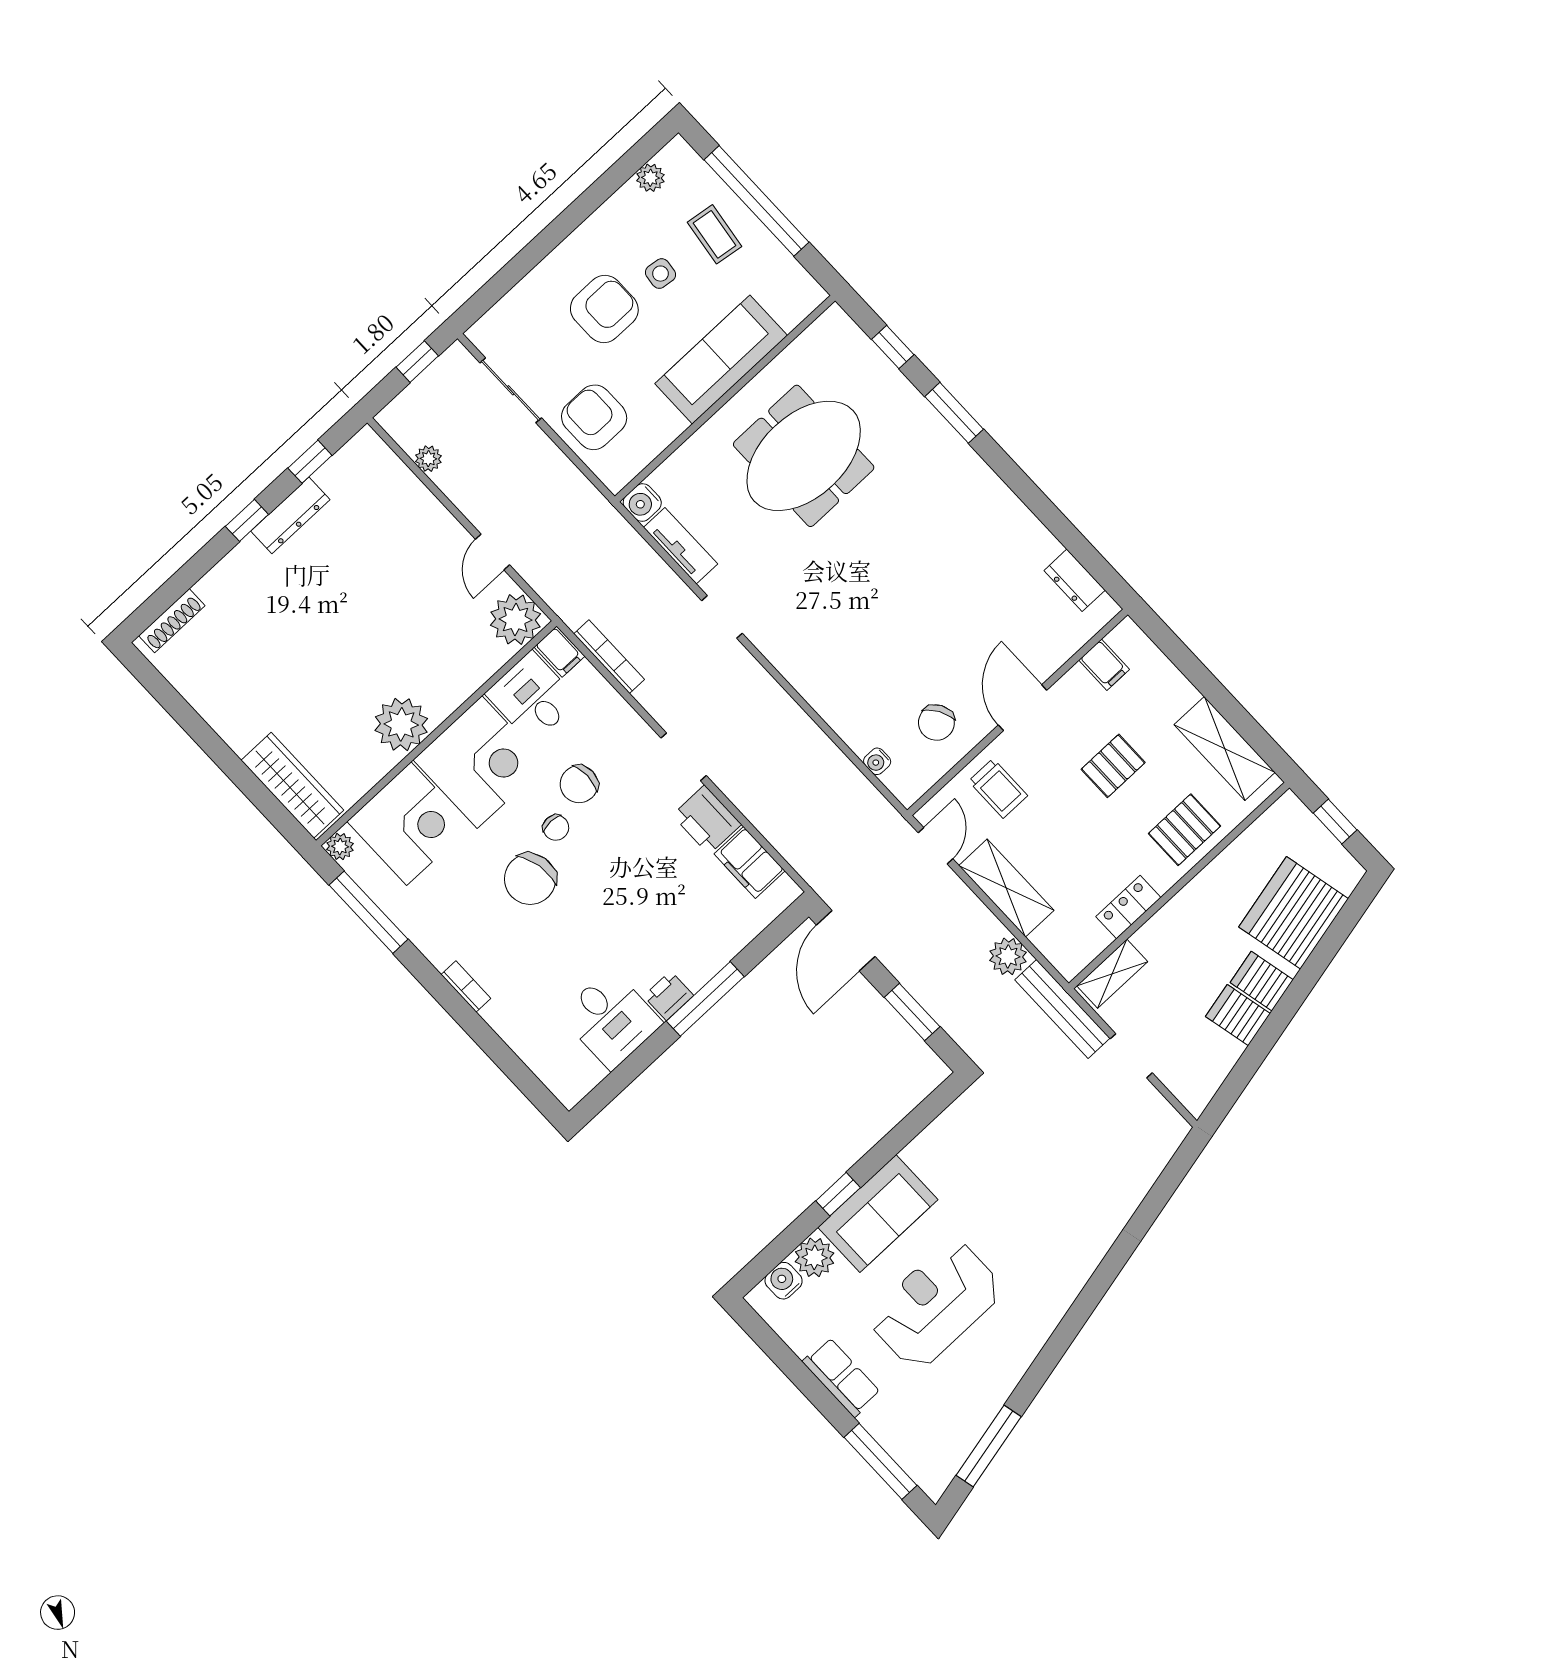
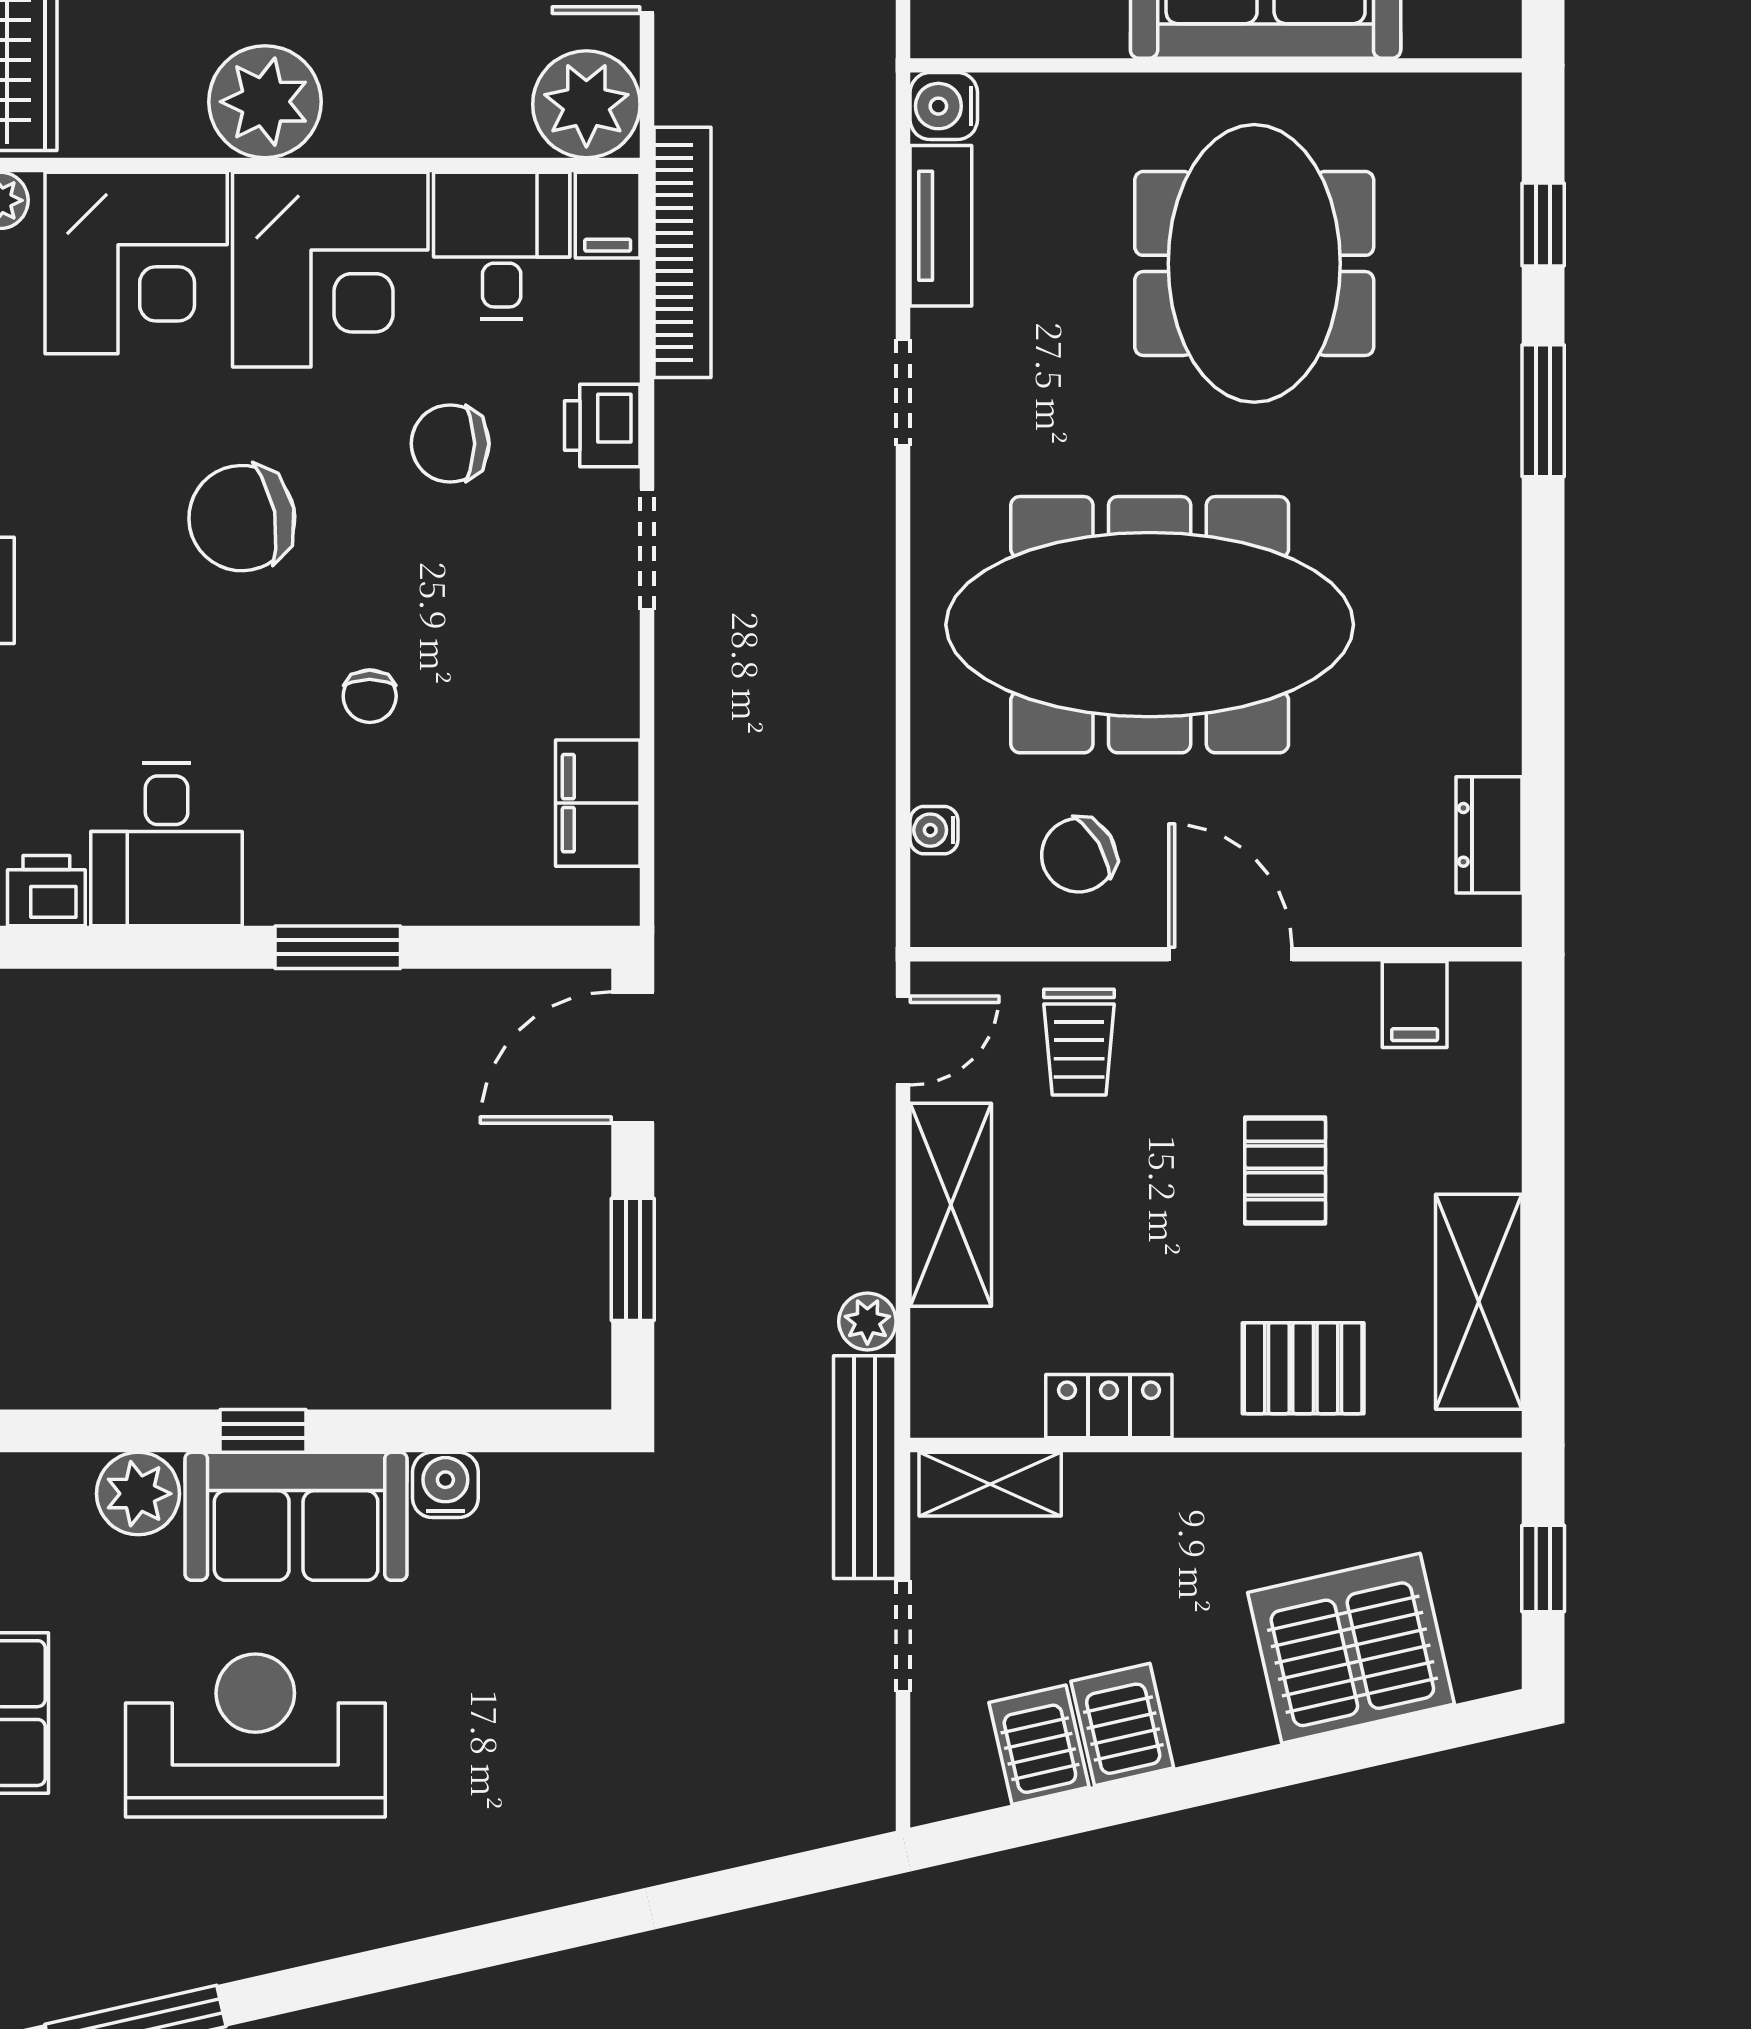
meeting table: (804, 456) -> (1254, 263), turned 90
meeting table: (886, 618) -> (1150, 625), added
bookcase: (609, 657) -> (683, 252), width x1.48, depth x1.31
door: (1023, 708) -> (1230, 954), hinge flipped
pallet: (1113, 766) -> (1285, 1170), turned 90
printer: (707, 820) -> (602, 426), moved, width x0.73, depth x0.81
chair: (556, 828) -> (370, 696), moved
plant: (1008, 956) -> (867, 1321), width x0.73, depth x0.73
server rack: (1262, 981) -> (1039, 1745), moved
printer: (669, 996) -> (46, 891), moved
window: (705, 999) -> (338, 947), width x0.69
water cooler: (784, 1281) -> (445, 1485), moved

